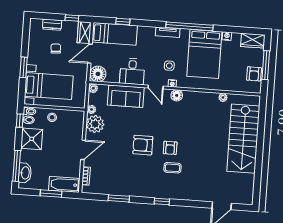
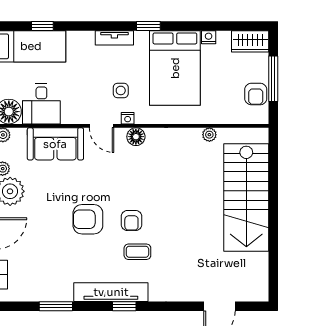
window: (190, 26) -> (148, 26), width x0.32
desk: (132, 71) -> (41, 104), moved
tv unit: (154, 192) -> (111, 292), added

